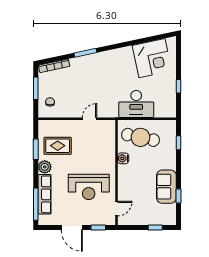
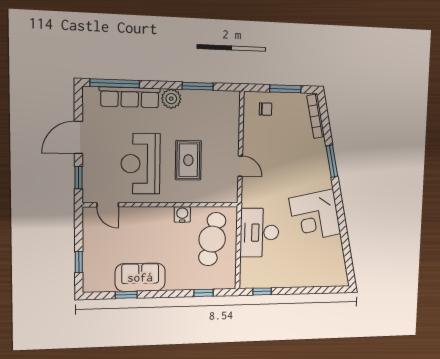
corner desk: (152, 58) -> (315, 216), moved
window: (178, 86) -> (262, 291), moved
rug: (58, 146) -> (188, 160), moved

